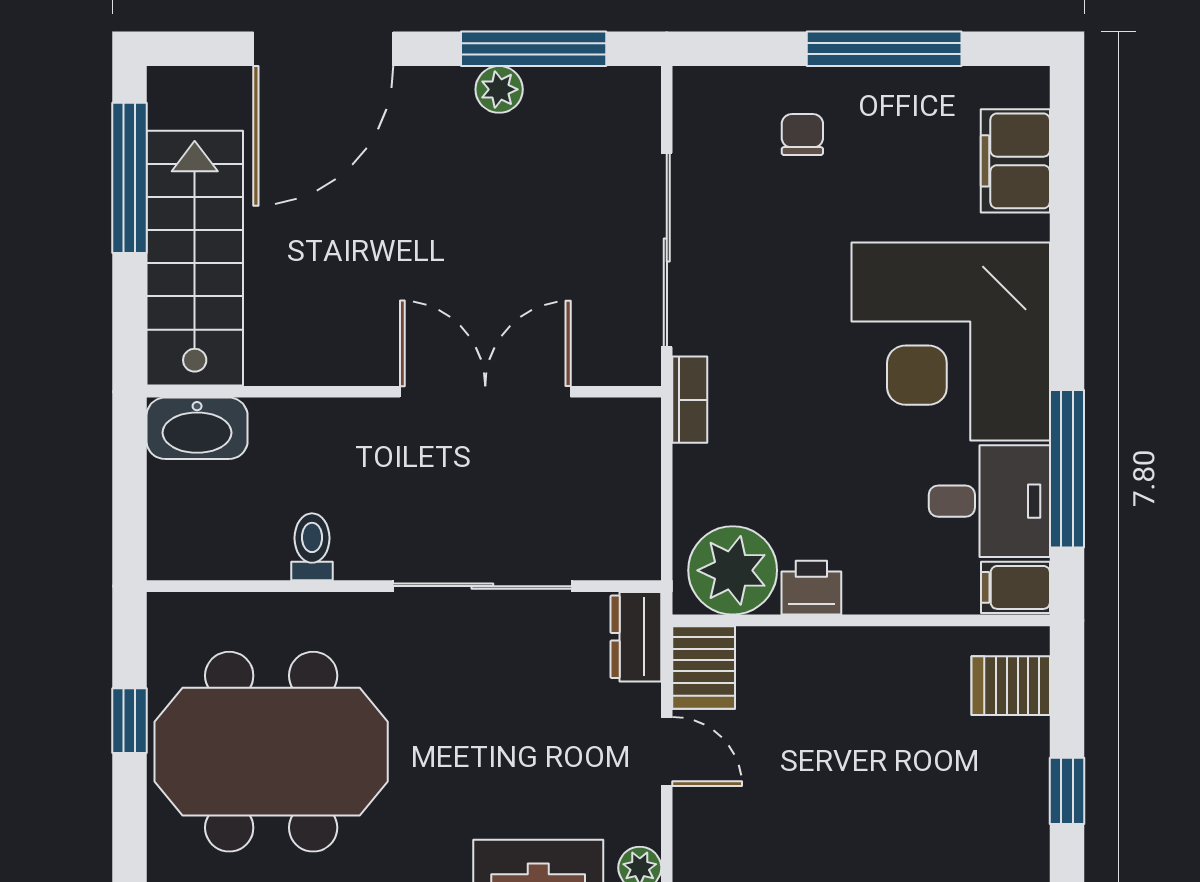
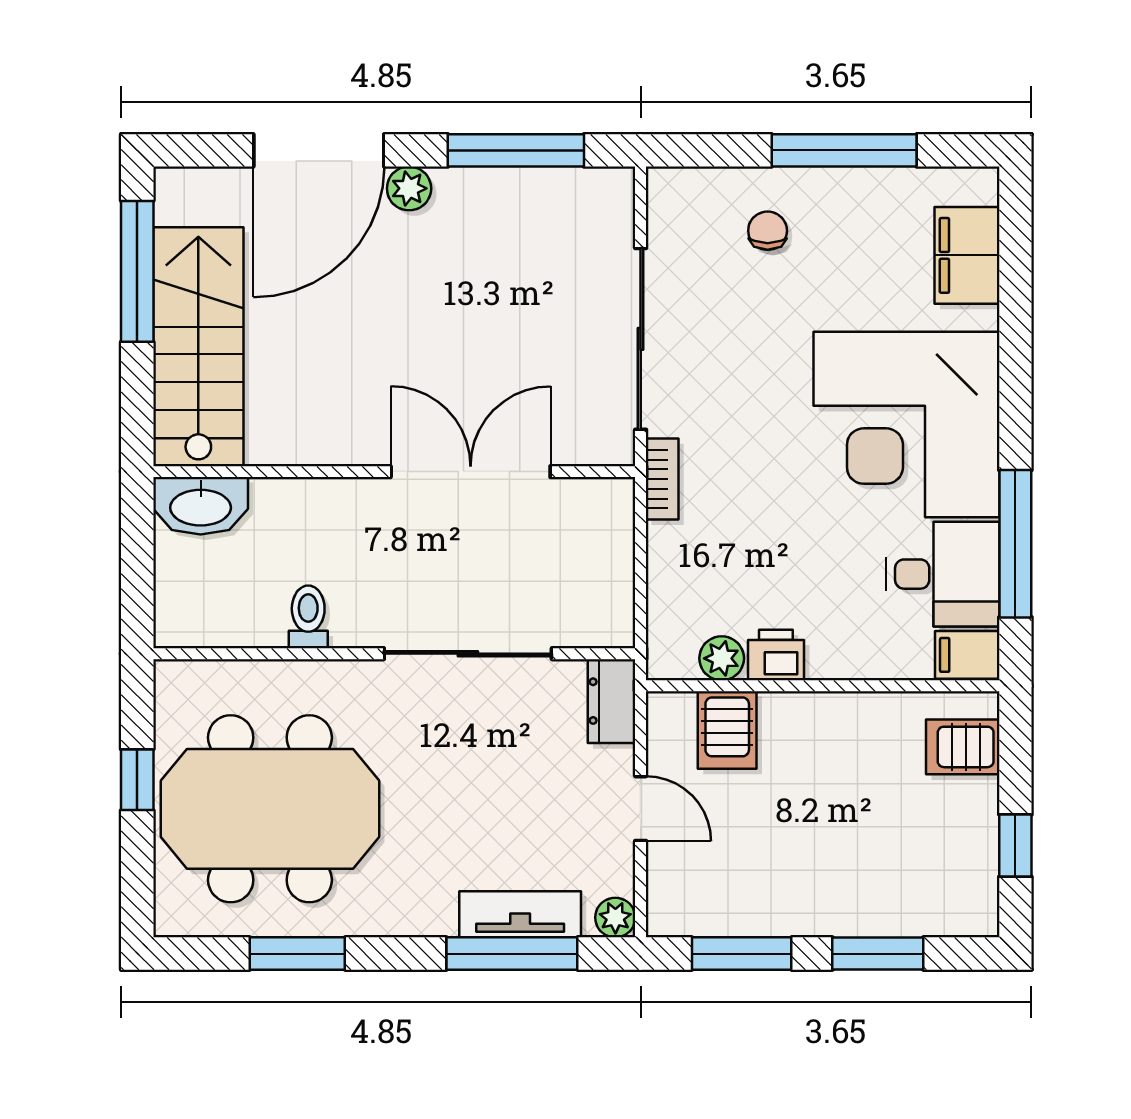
plant: (499, 89) -> (409, 188), moved
plant: (733, 570) -> (722, 658), width x0.53, depth x0.53
server rack: (704, 668) -> (727, 730), moved

